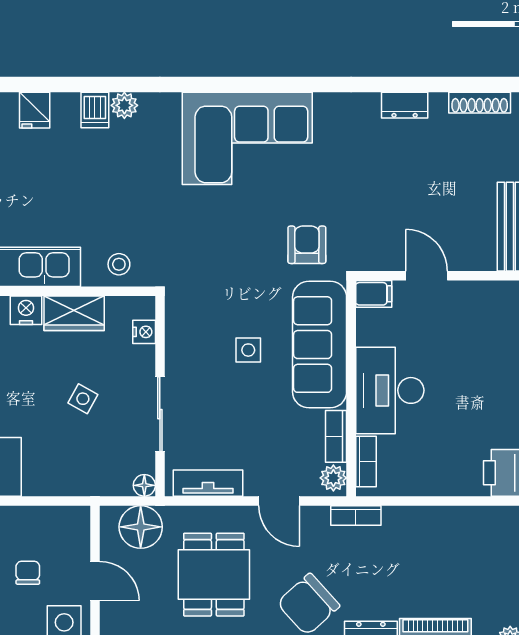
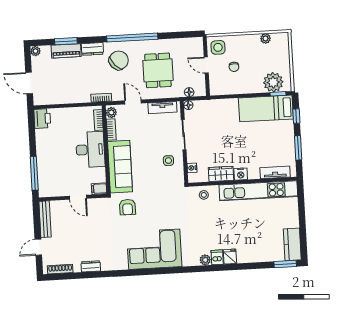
fridge: (35, 110) -> (230, 257), moved
side table: (248, 350) -> (168, 161), moved
side table: (83, 399) -> (215, 139), removed
floor lamp: (141, 527) -> (189, 92), width x0.53, depth x0.53

